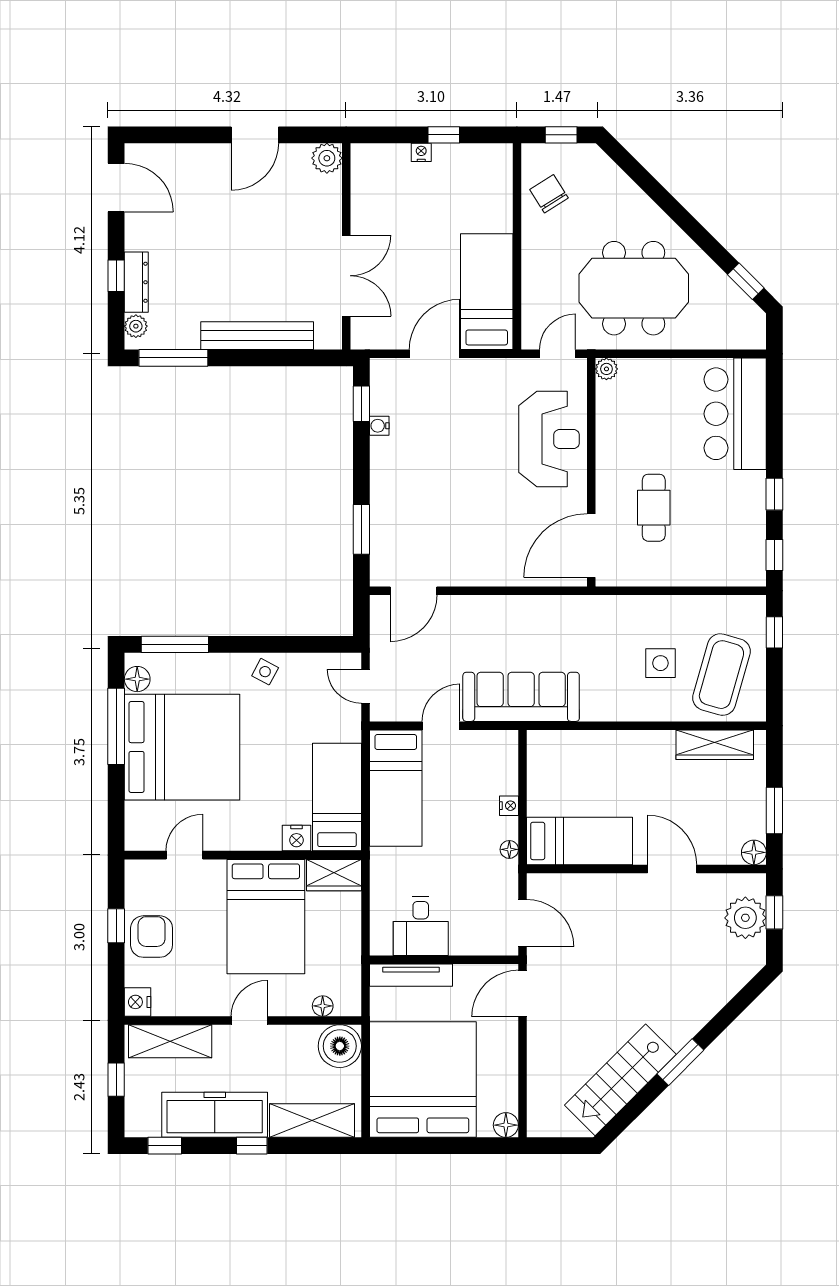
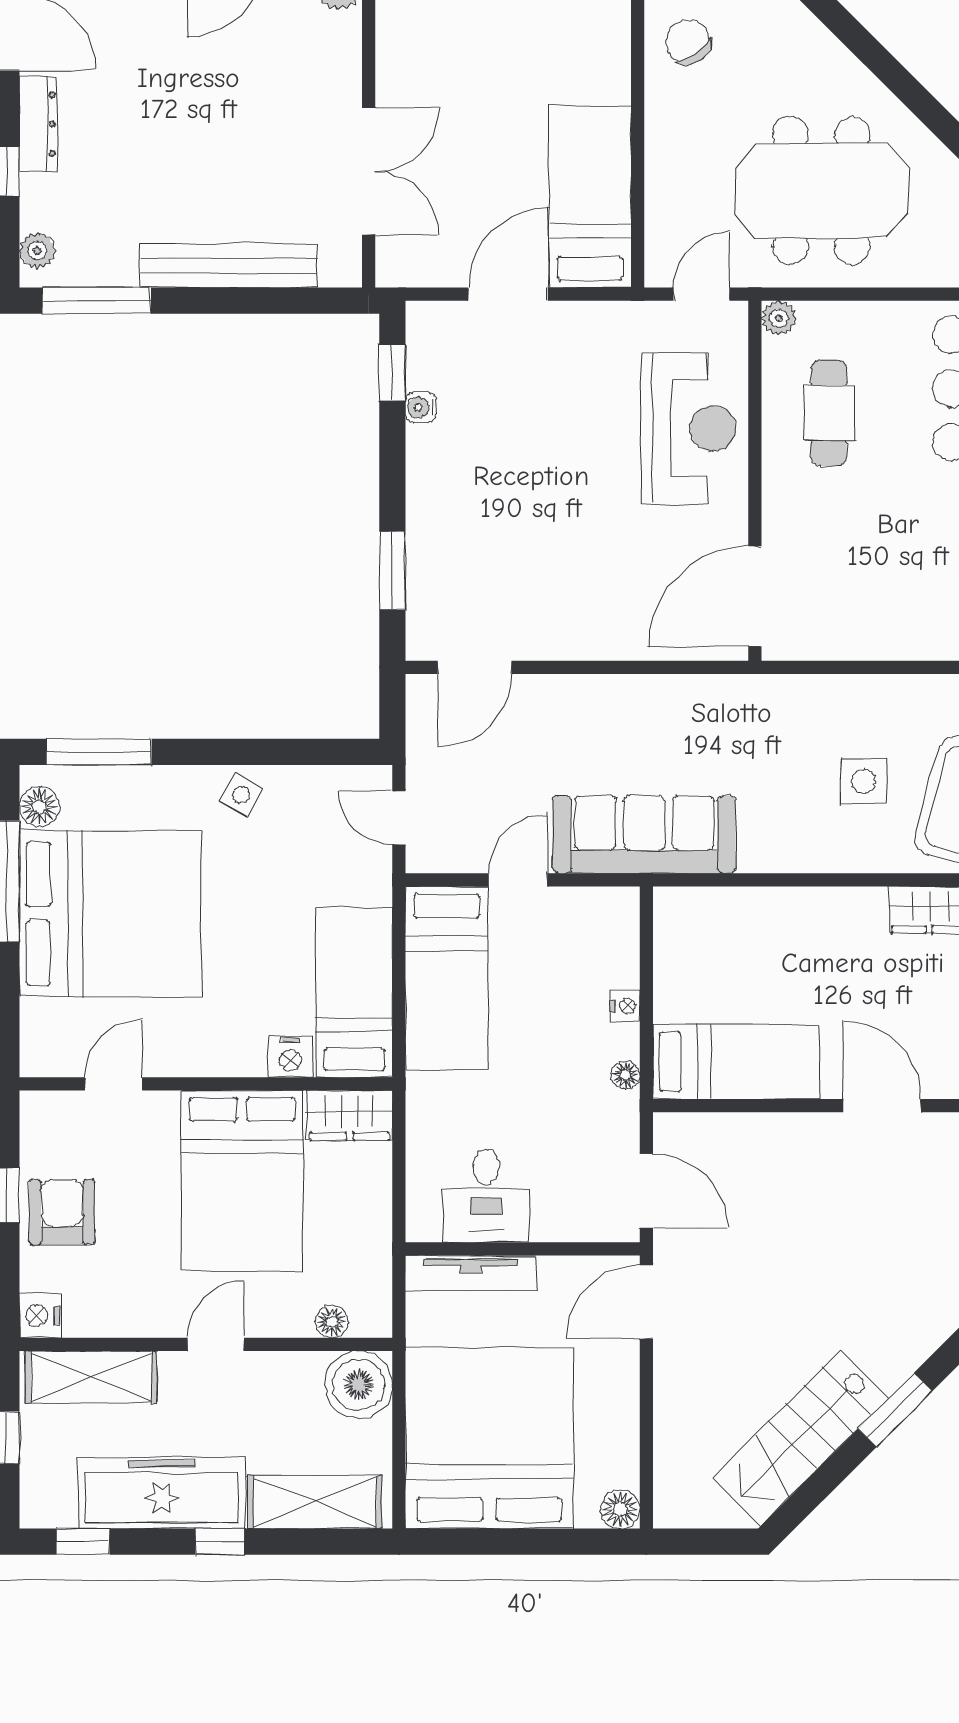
dresser: (136, 282) -> (38, 124), moved
cafe table: (654, 508) -> (829, 413), moved

